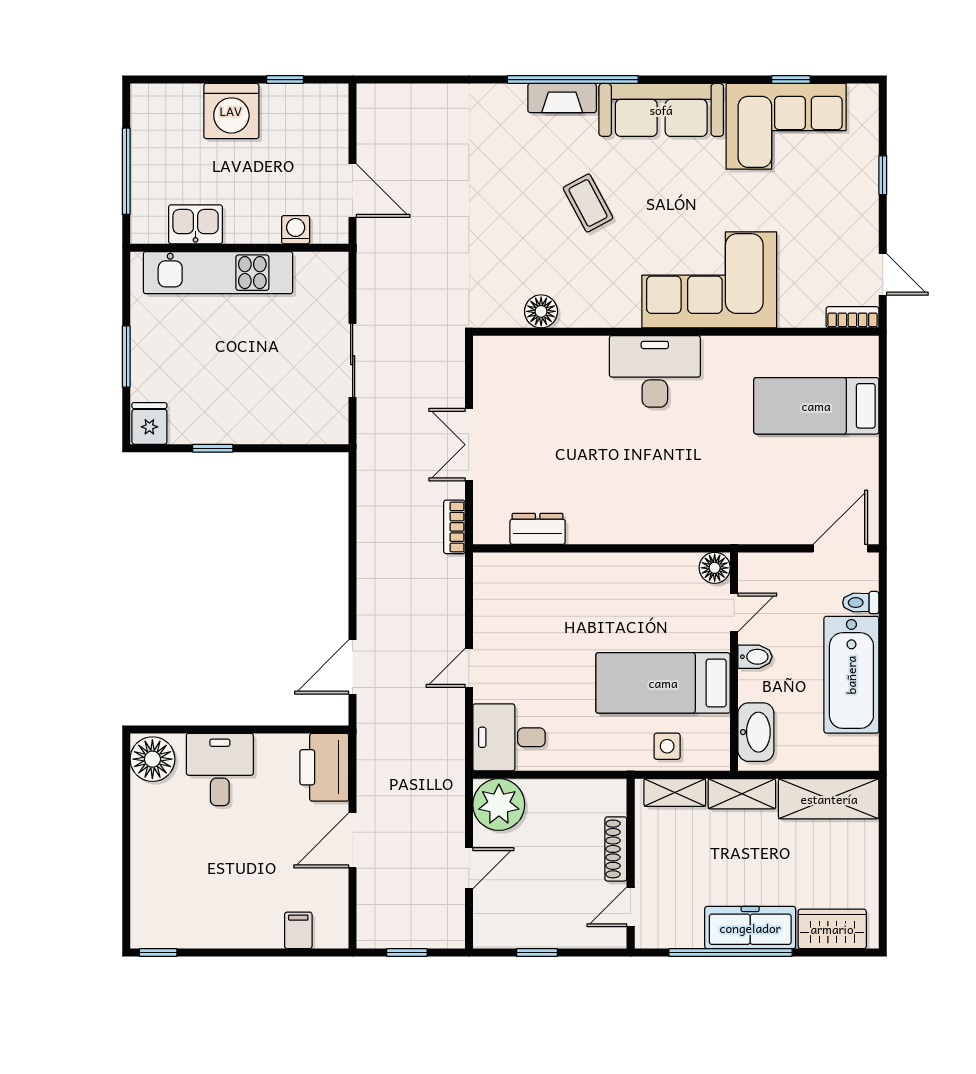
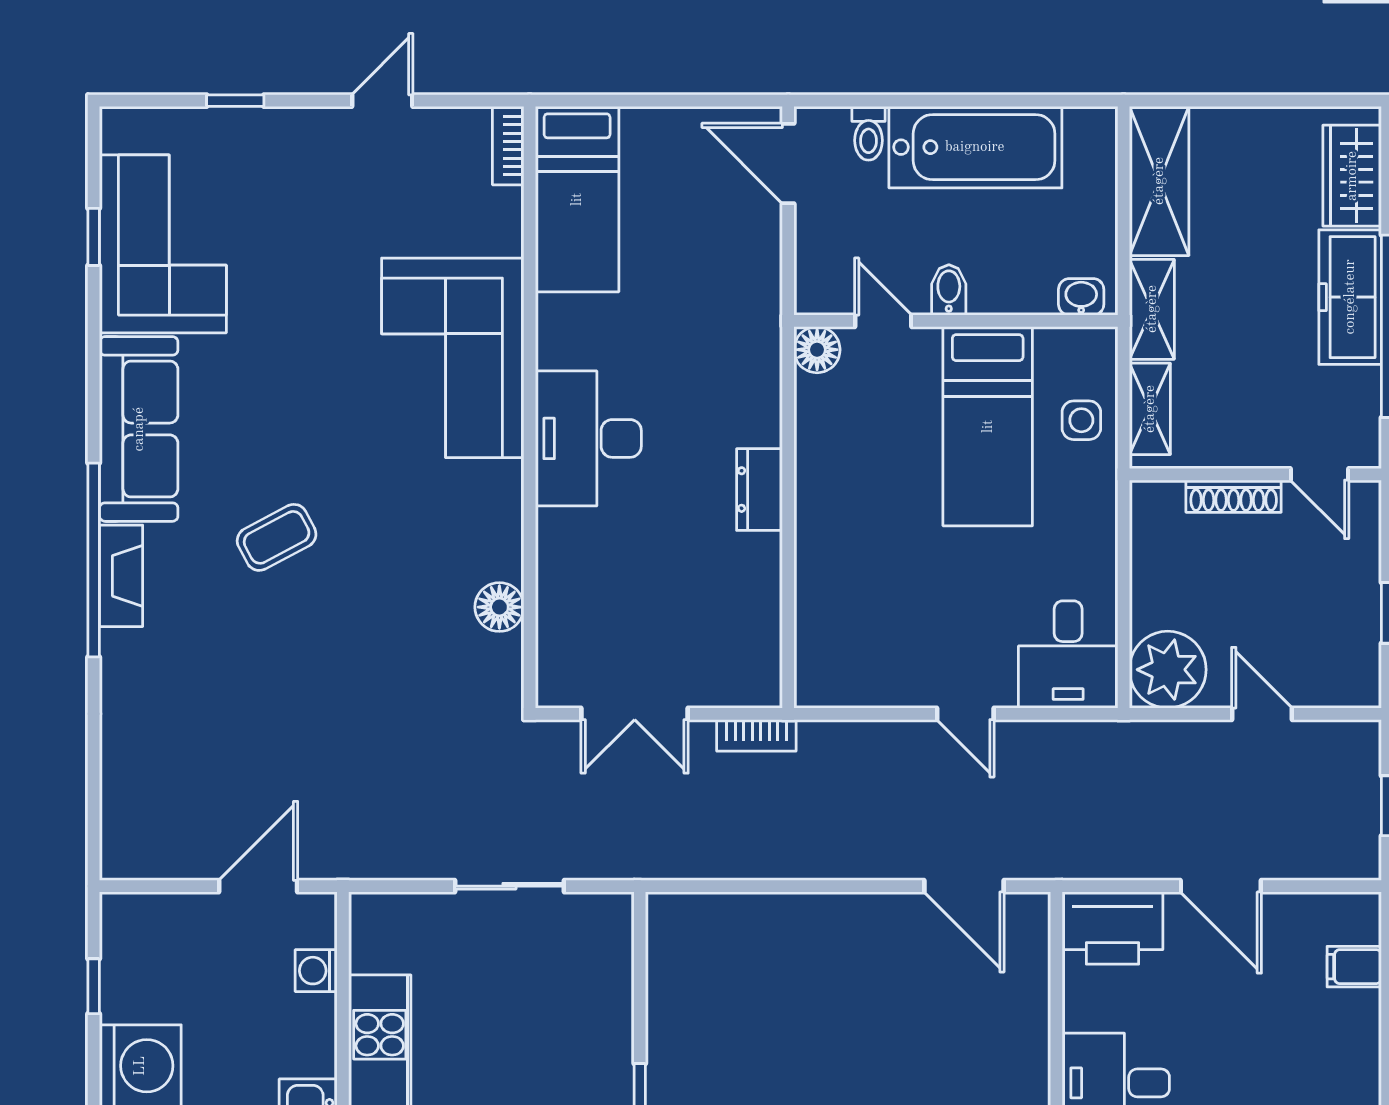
corner sofa: (709, 280) -> (453, 358), moved
floor lamp: (541, 311) -> (499, 607), moved
bookcase: (852, 317) -> (508, 146), moved
wall: (676, 332) -> (530, 407), moved
desk: (655, 371) -> (588, 438), moved
dresser: (538, 529) -> (760, 490), moved
washbasin: (756, 732) -> (1081, 297), width x0.52, depth x0.69

